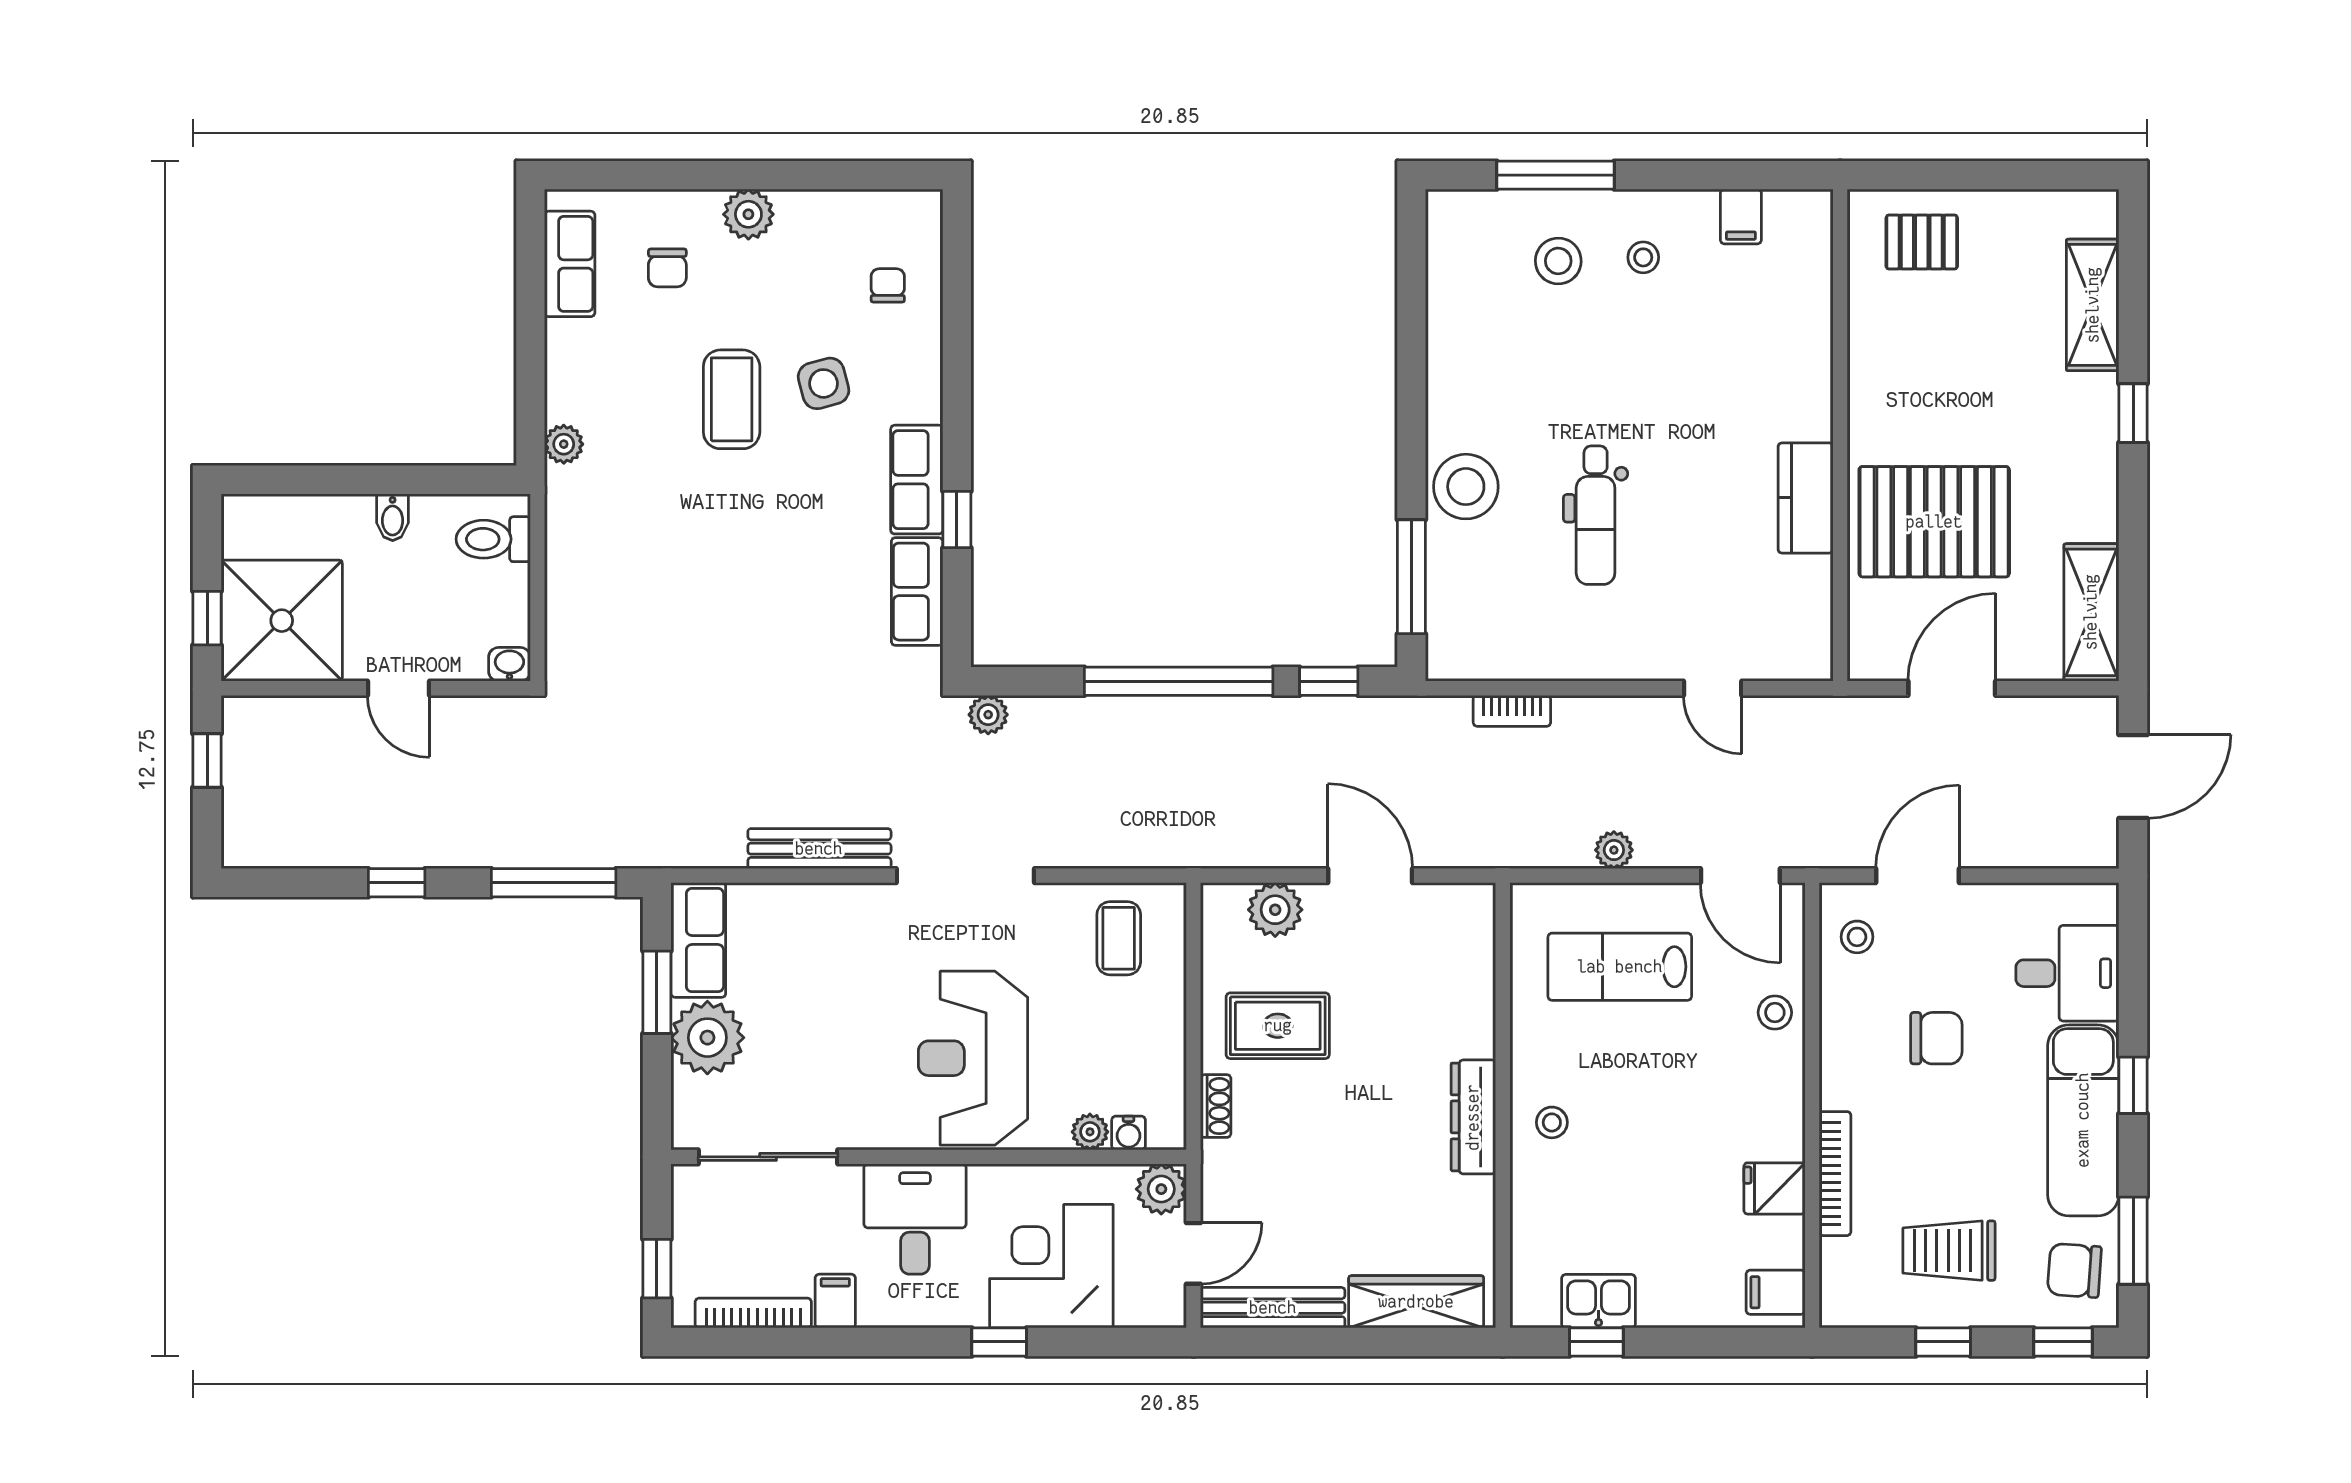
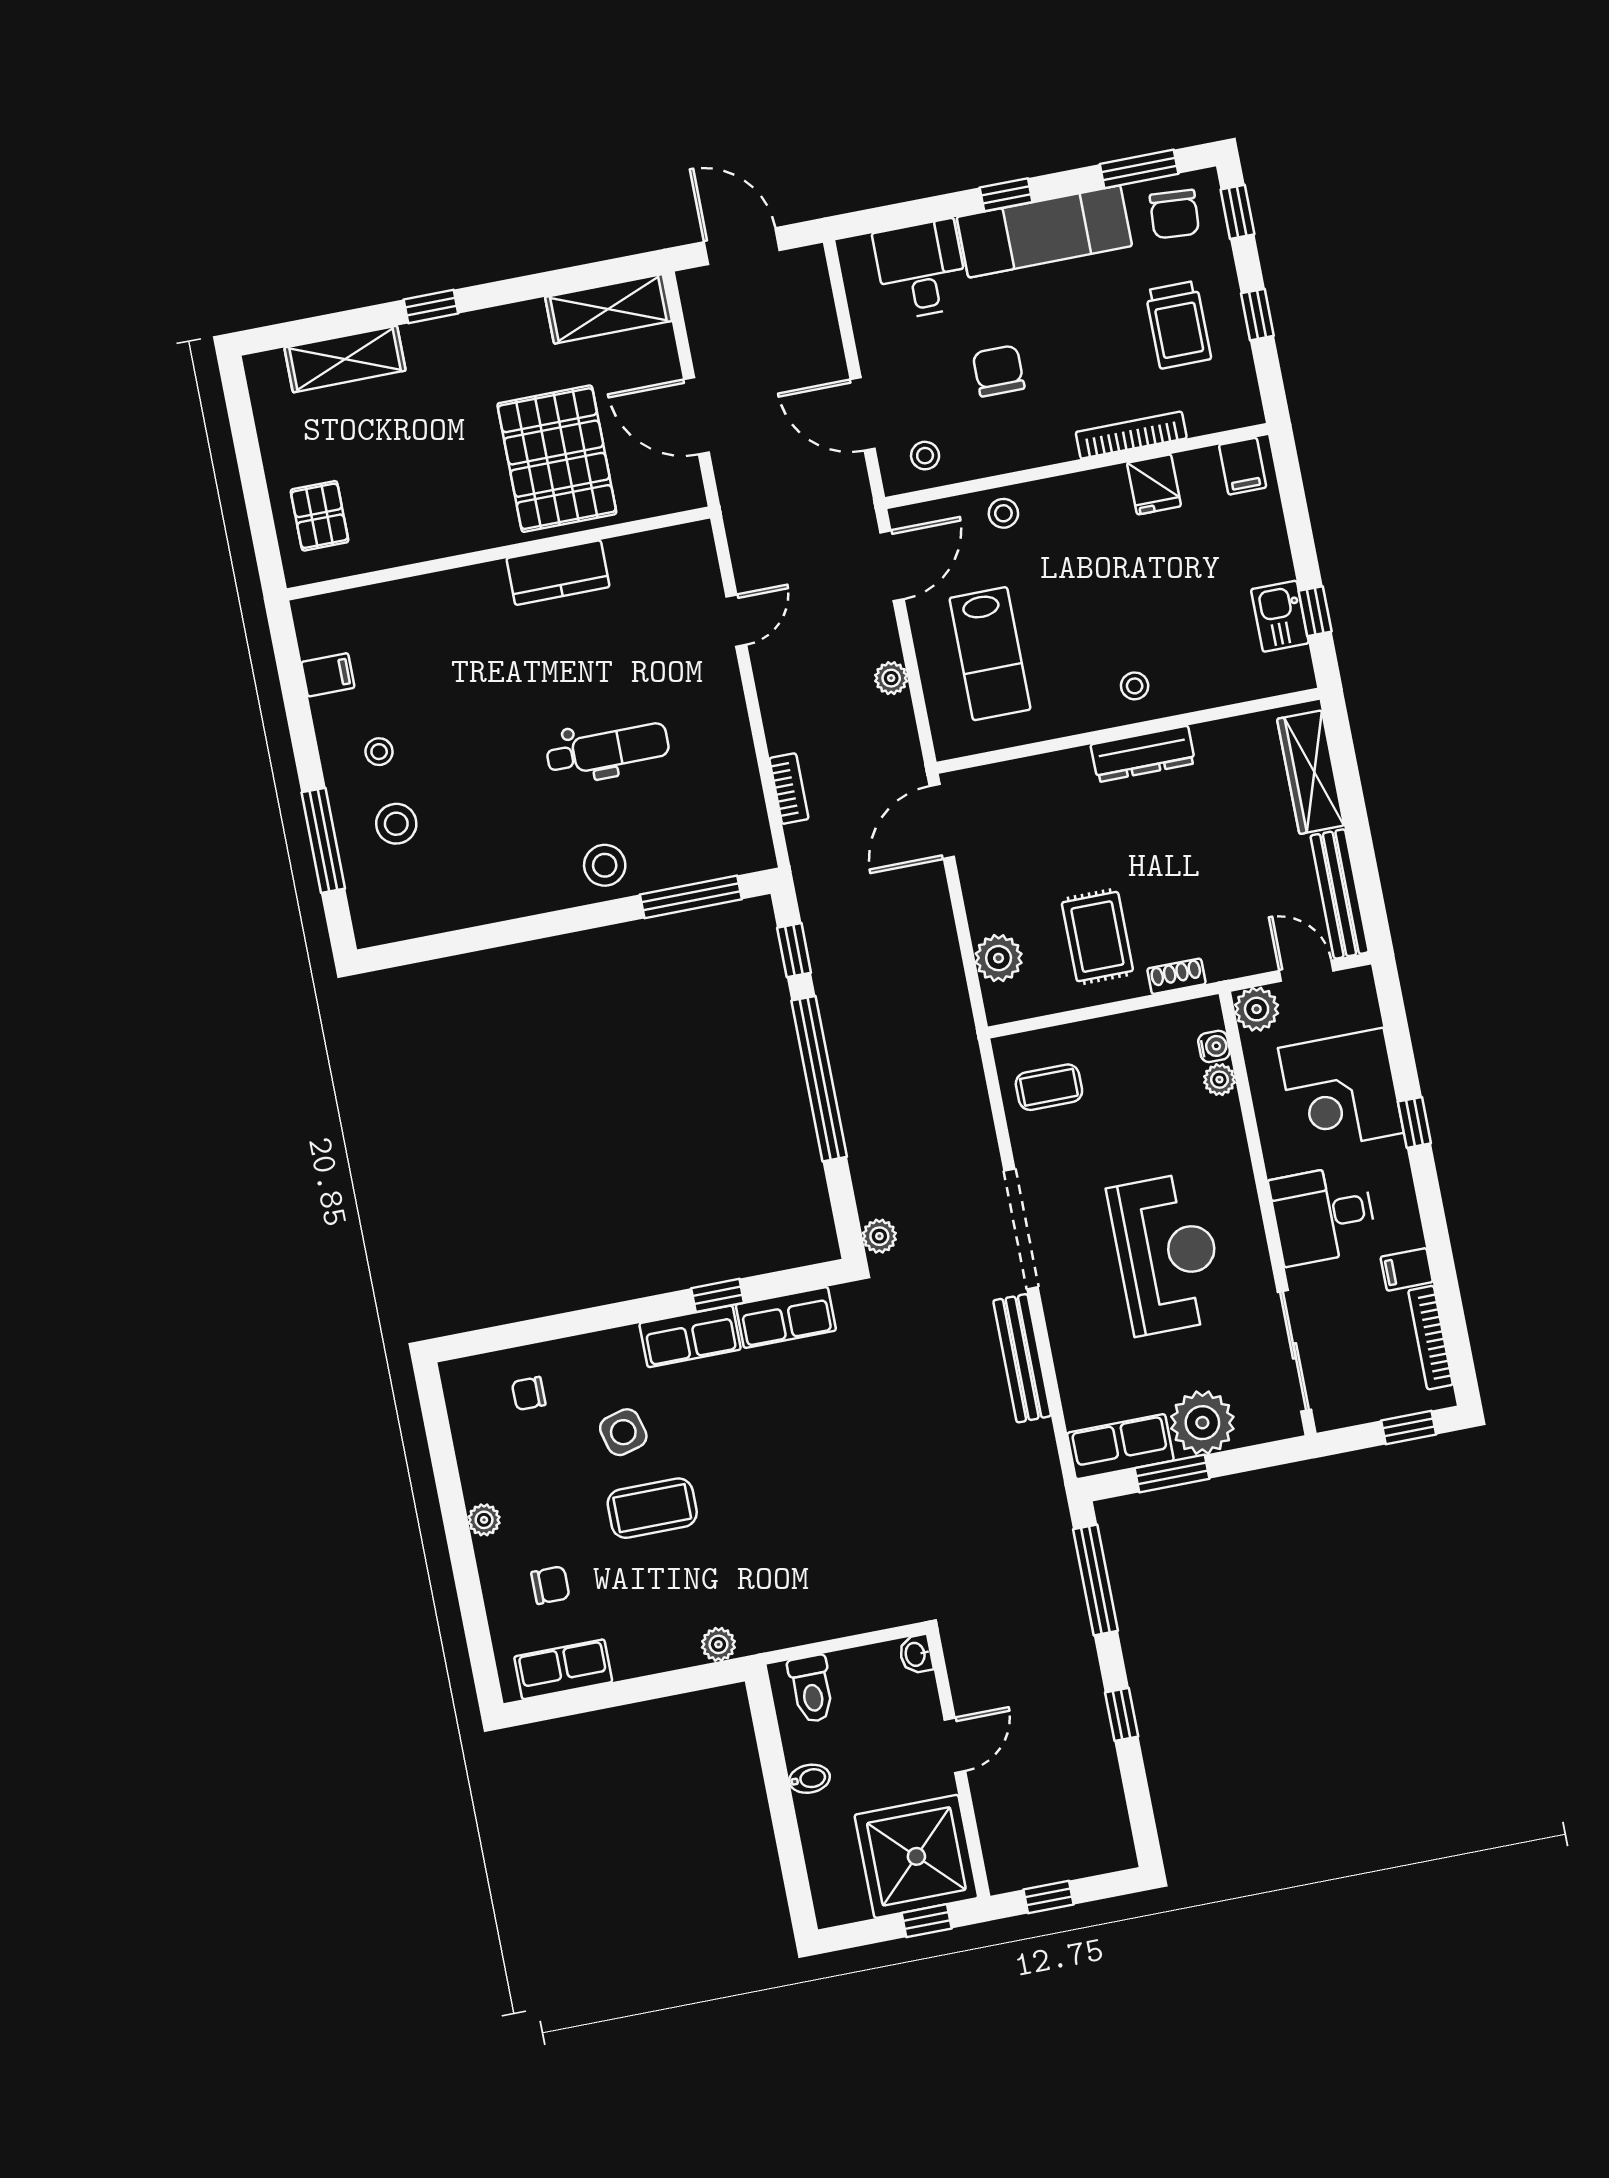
plant: (748, 214) -> (484, 1520), width x0.73, depth x0.73
stool: (1466, 487) -> (605, 865), width x0.73, depth x0.73
door: (1370, 876) -> (942, 822), moved
reception desk: (973, 1058) -> (1167, 1254), moved, turned -90

